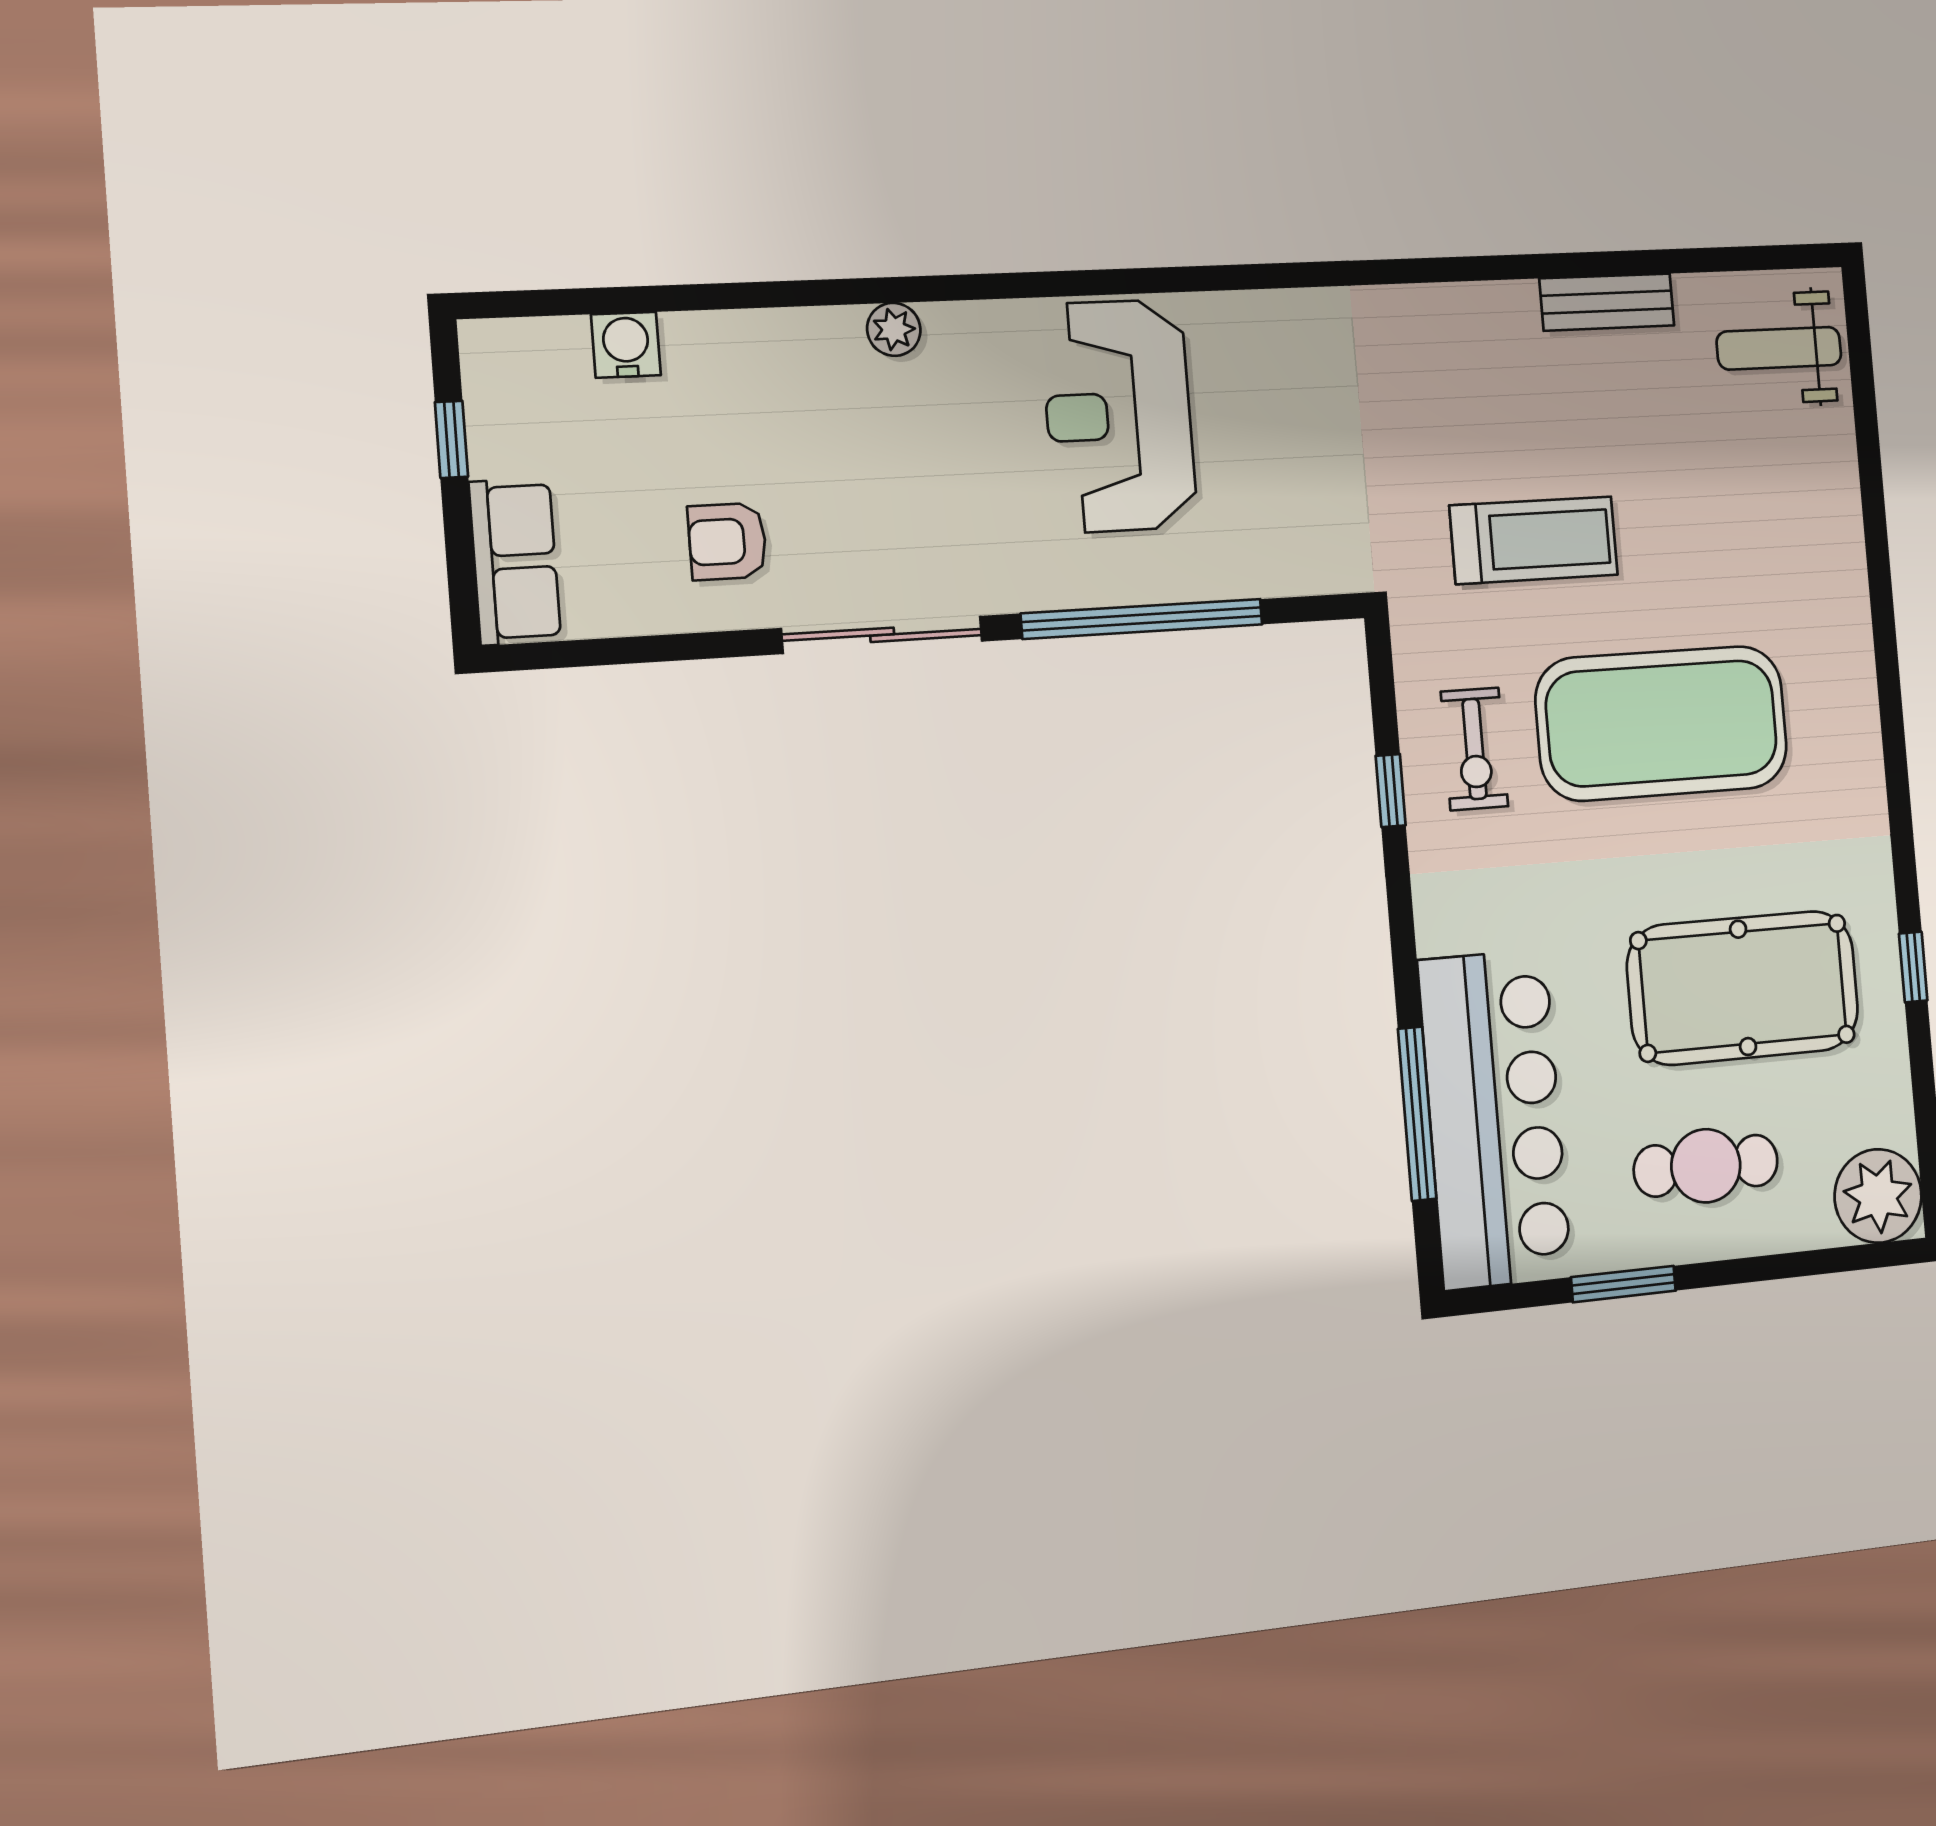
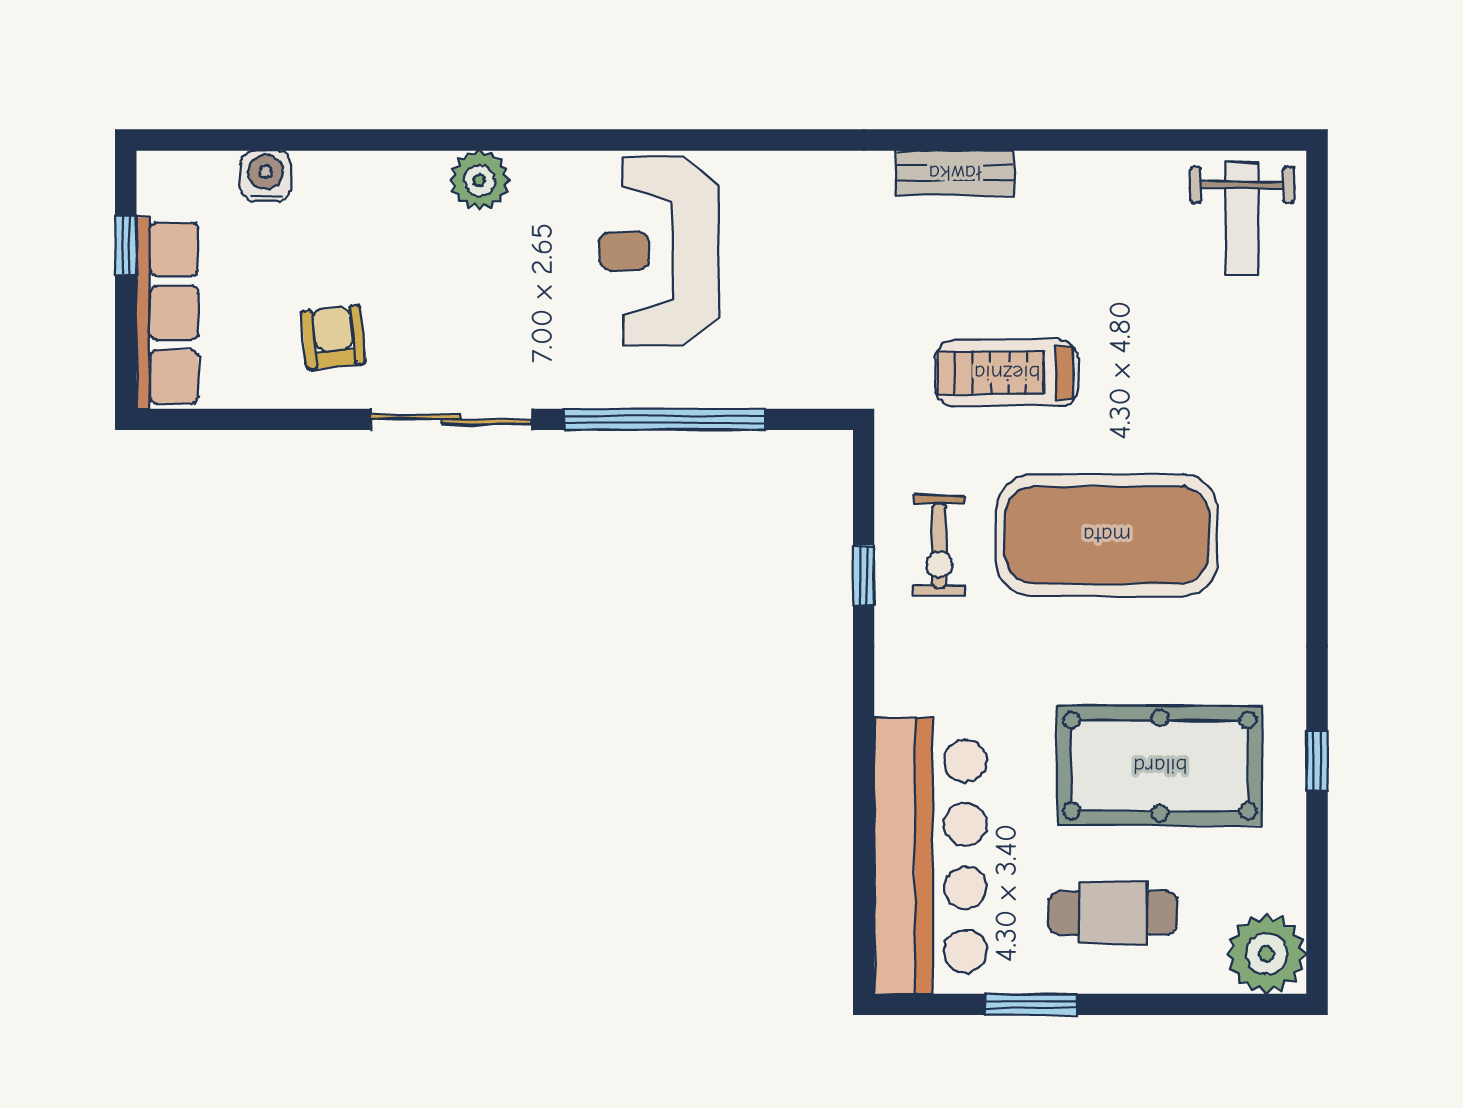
bench: (1607, 302) -> (955, 173), moved
plant: (894, 329) -> (480, 180), width x1.38, depth x1.38
weight bench: (1779, 348) -> (1242, 219), turned -90
treadmill: (1534, 540) -> (1007, 373), turned 180
armchair: (727, 541) -> (333, 337), turned 84
row of seats: (515, 562) -> (167, 313), width x1.48
window: (1417, 1114) -> (864, 845), removed

